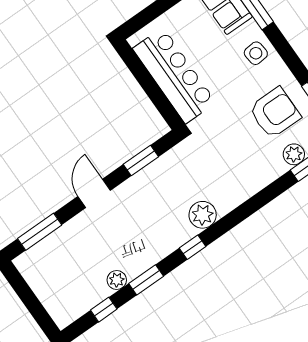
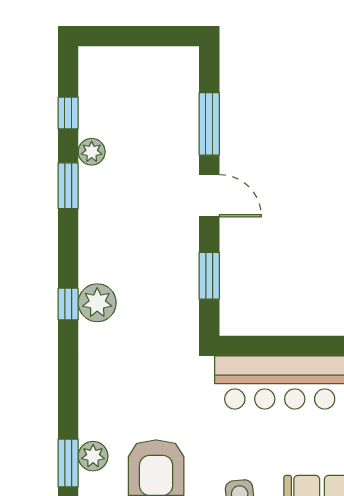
window: (40, 232) -> (209, 124), moved
window: (192, 247) -> (68, 304), moved

